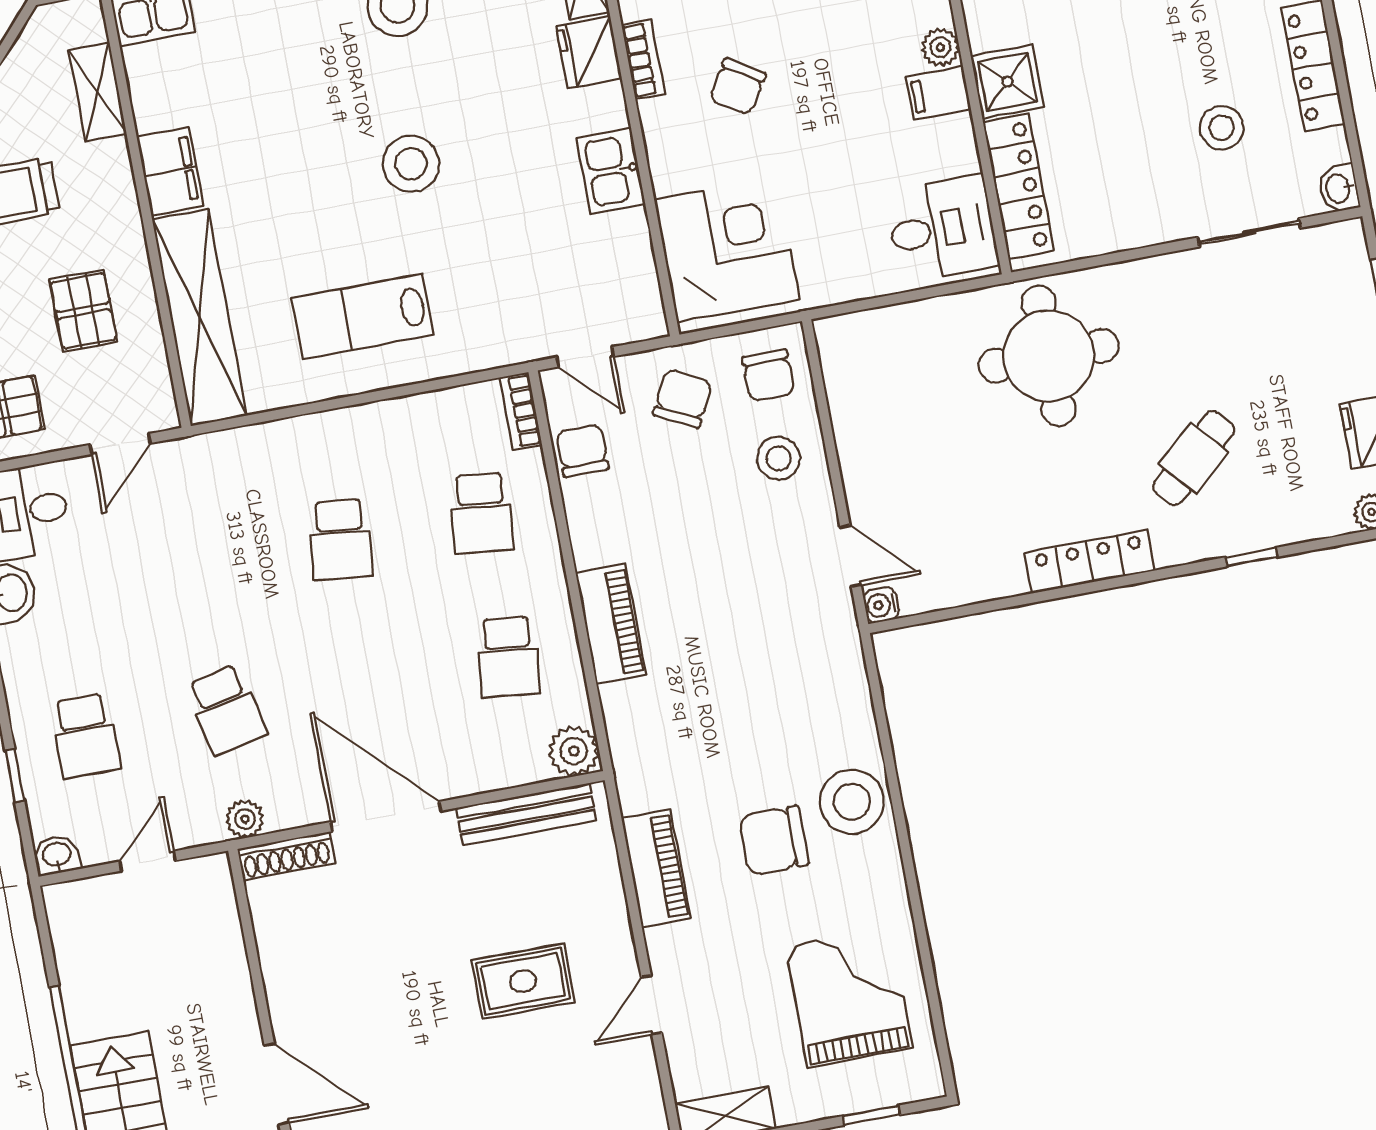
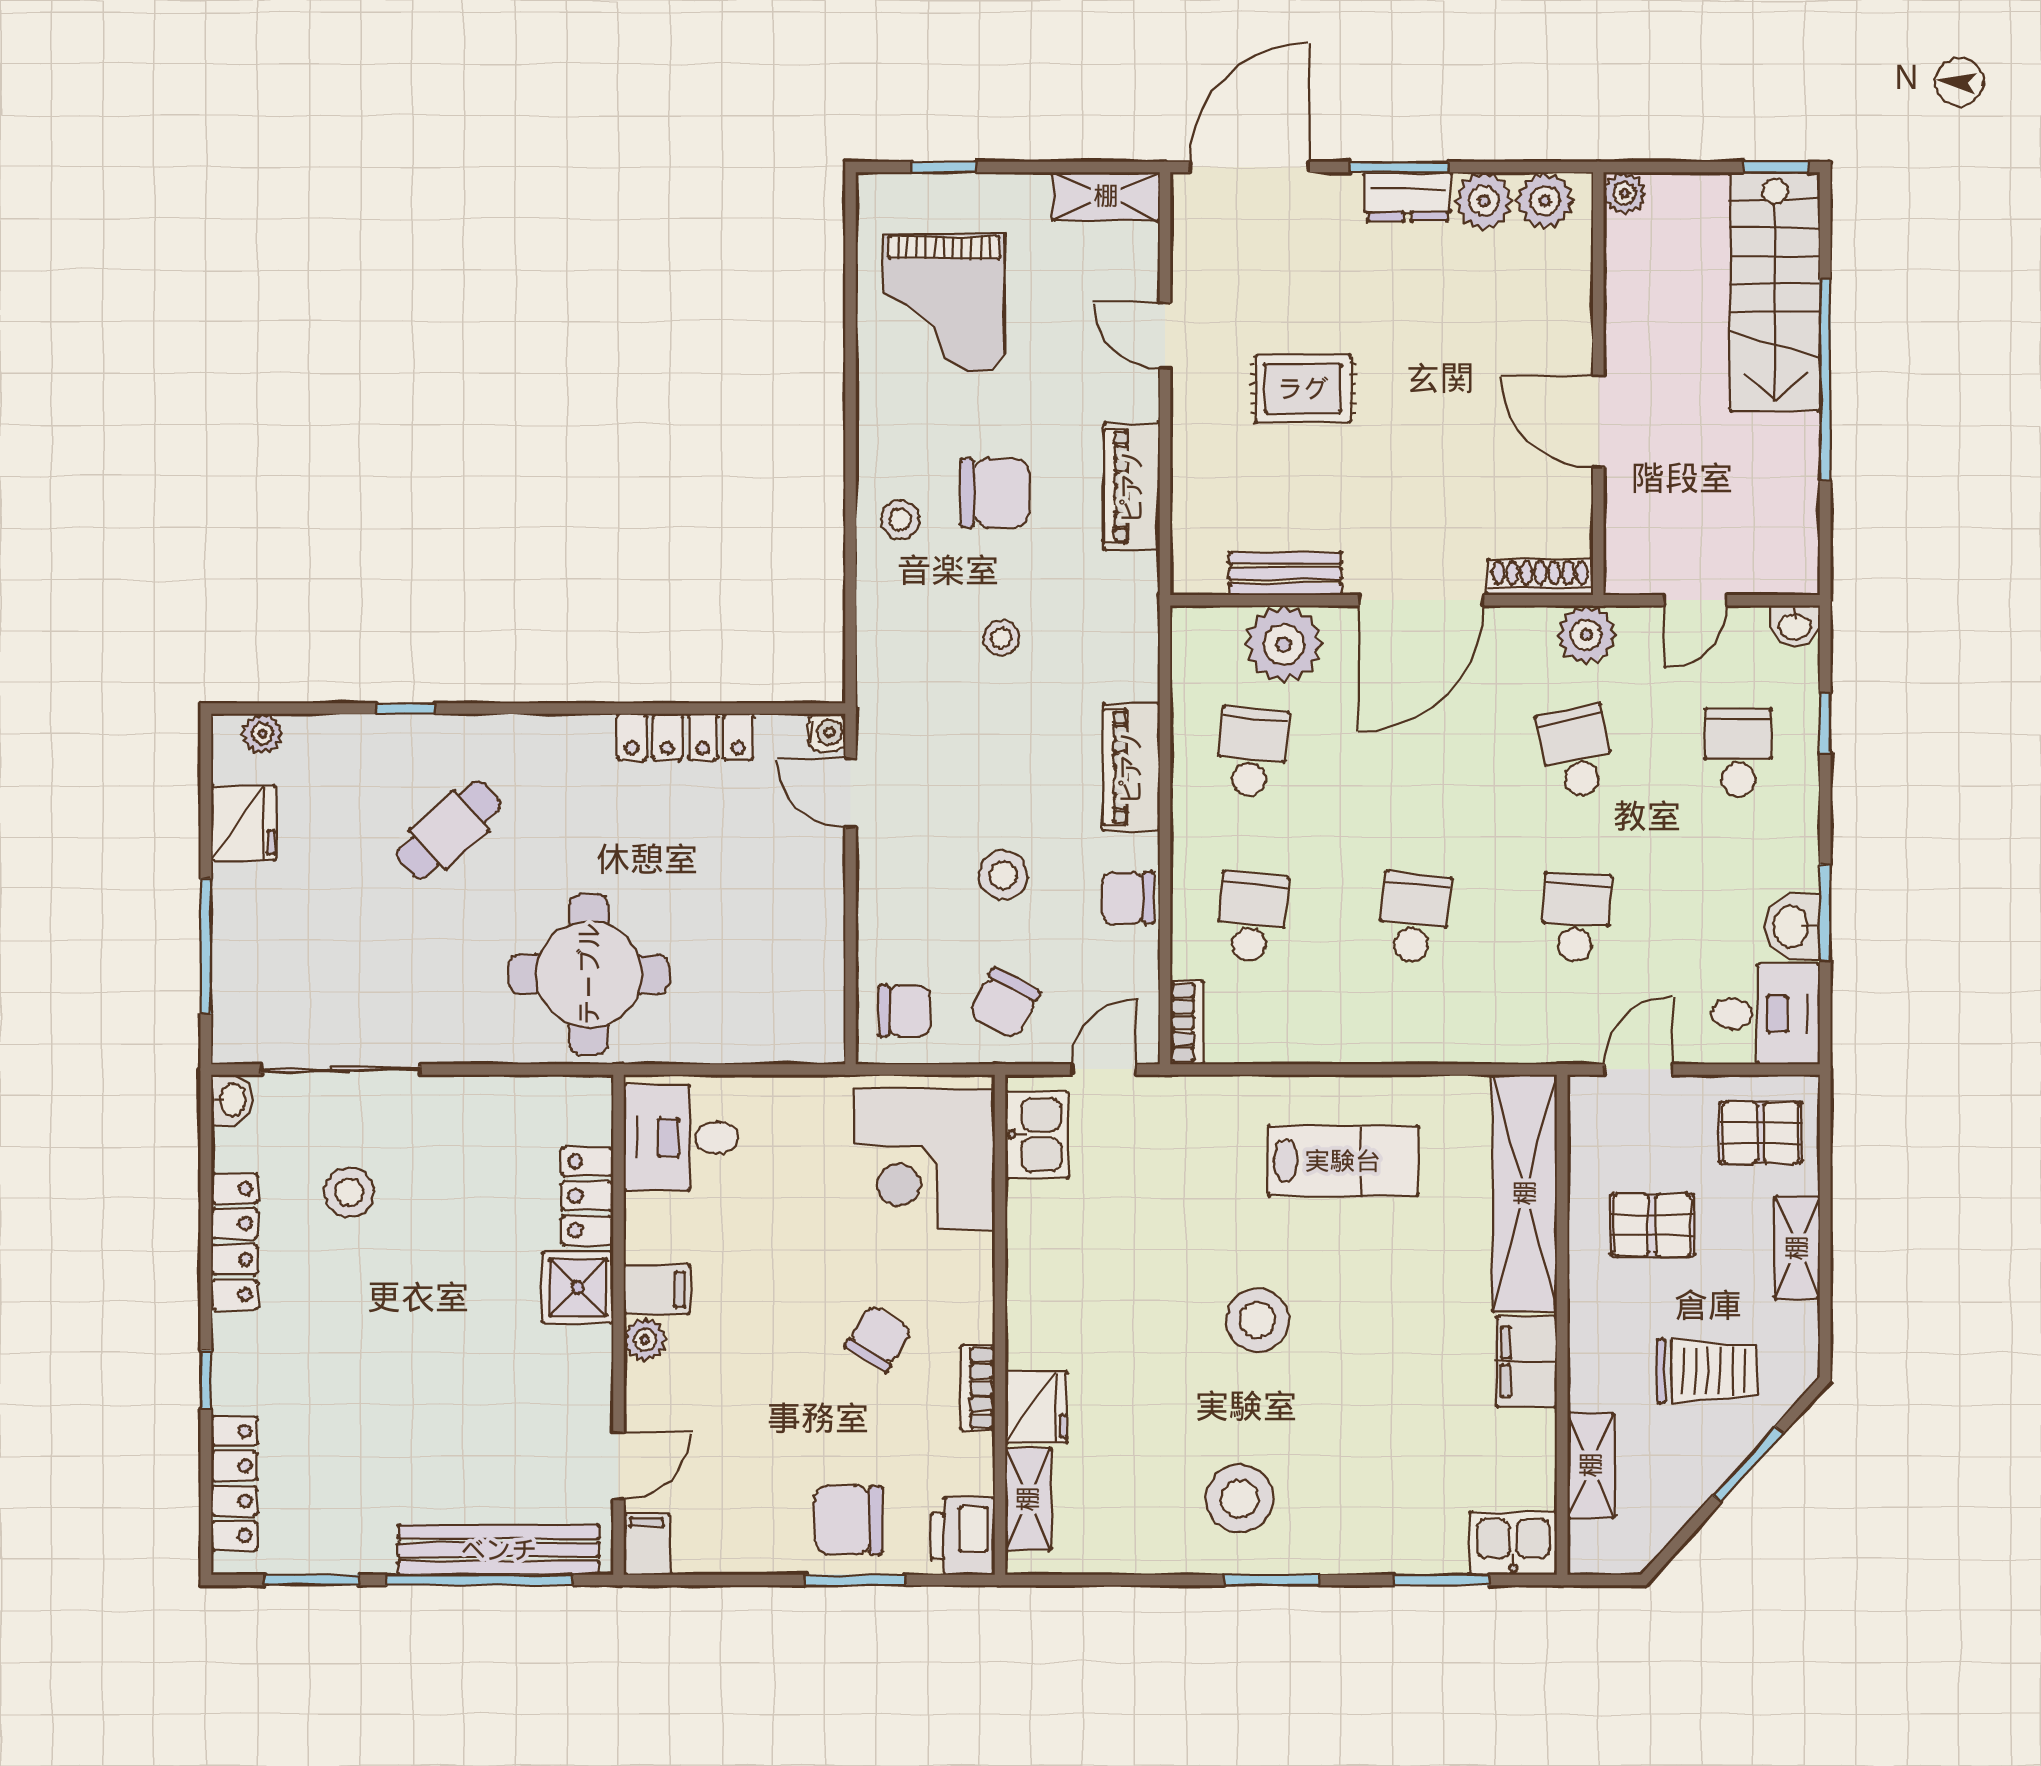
kitchen sink: (611, 171) -> (1037, 1135), moved
locker: (1018, 187) -> (587, 1196), width x0.66
sliding door: (1249, 233) -> (340, 1069), width x1.37
pallet: (83, 311) -> (1652, 1225), turned 90
door: (585, 357) -> (1104, 1069), hinge flipped
chair: (768, 375) -> (904, 1011), turned 90
chair: (582, 450) -> (1128, 898), moved, turned 90
stool: (779, 458) -> (1003, 875), moved
locker: (1090, 562) -> (685, 737), moved
school desk: (200, 566) -> (1576, 918), added
stool: (745, 715) -> (1001, 638), added
plant: (574, 751) -> (1284, 644), moved, width x1.36, depth x1.36
stool: (852, 802) -> (900, 520), width x0.53, depth x0.53
bench: (526, 814) -> (1285, 574), width x0.73
door: (386, 816) -> (1421, 600), hinge flipped
plant: (245, 819) -> (1586, 635), width x1.38, depth x1.38
door: (652, 1005) -> (1165, 336), swing flipped
door: (277, 1084) -> (1598, 421), moved

